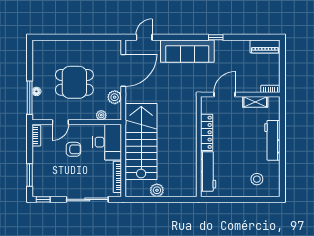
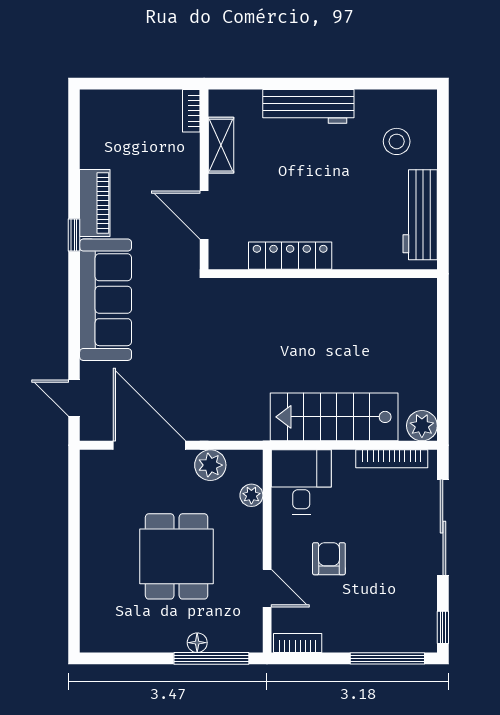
piano: (265, 46) -> (95, 203), moved
stairs: (141, 141) -> (334, 417), width x0.73, depth x0.66
desk: (107, 142) -> (301, 482), width x0.73
workbench: (208, 171) -> (420, 215), moved, turned -90
window: (30, 175) -> (387, 658), width x1.44
plant: (157, 190) -> (422, 426), moved

